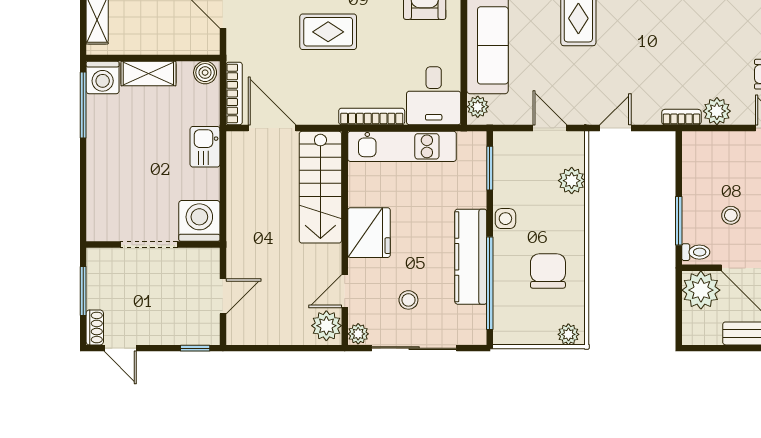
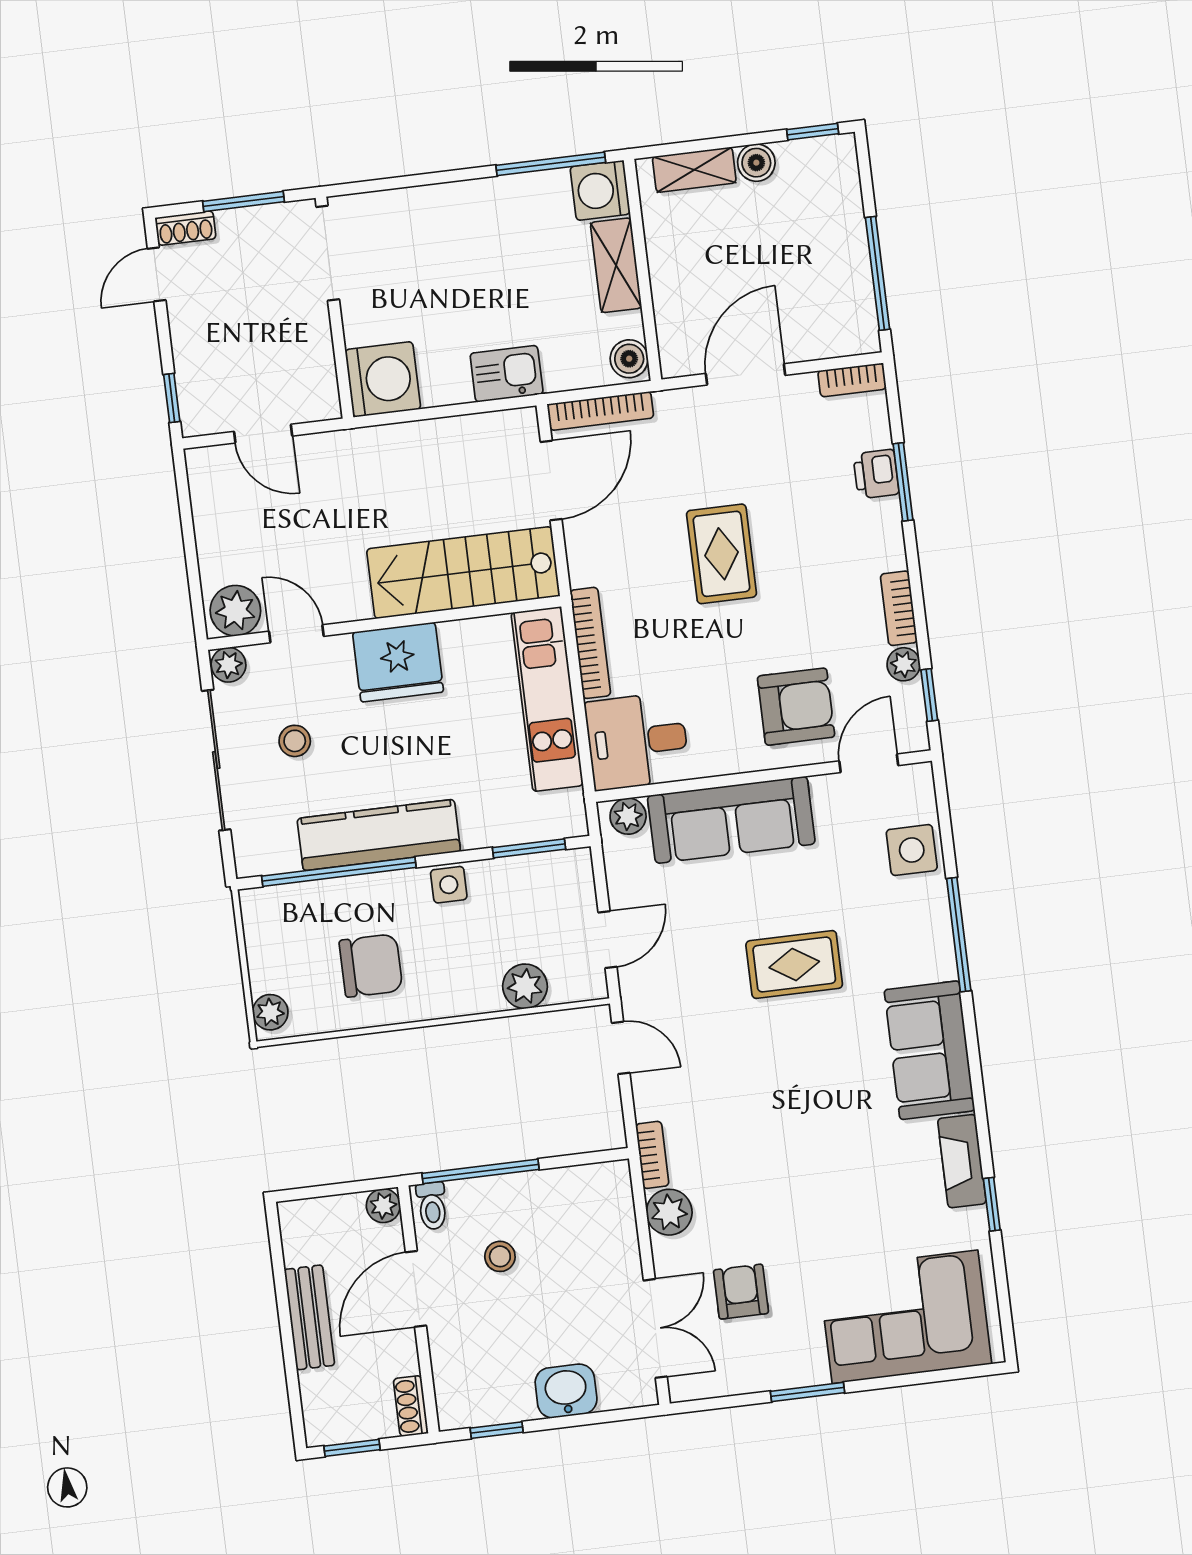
window: (679, 221) -> (481, 1171), width x1.44
doorway: (149, 245) -> (328, 253), moved
plant: (701, 290) -> (383, 1206), width x0.53, depth x0.53

